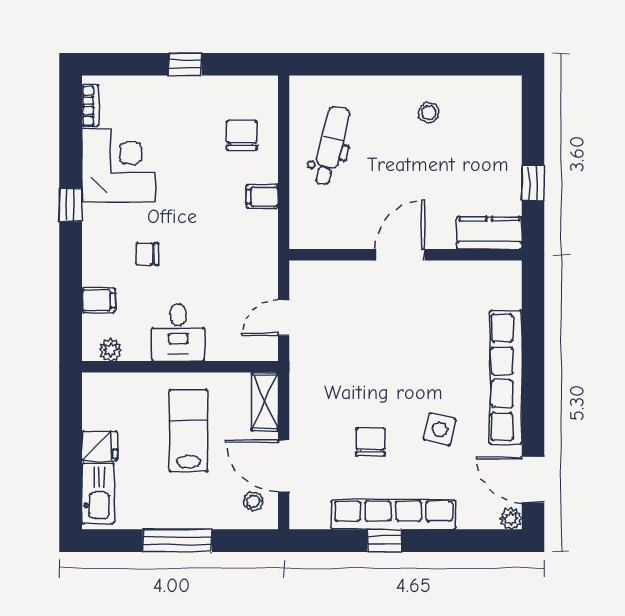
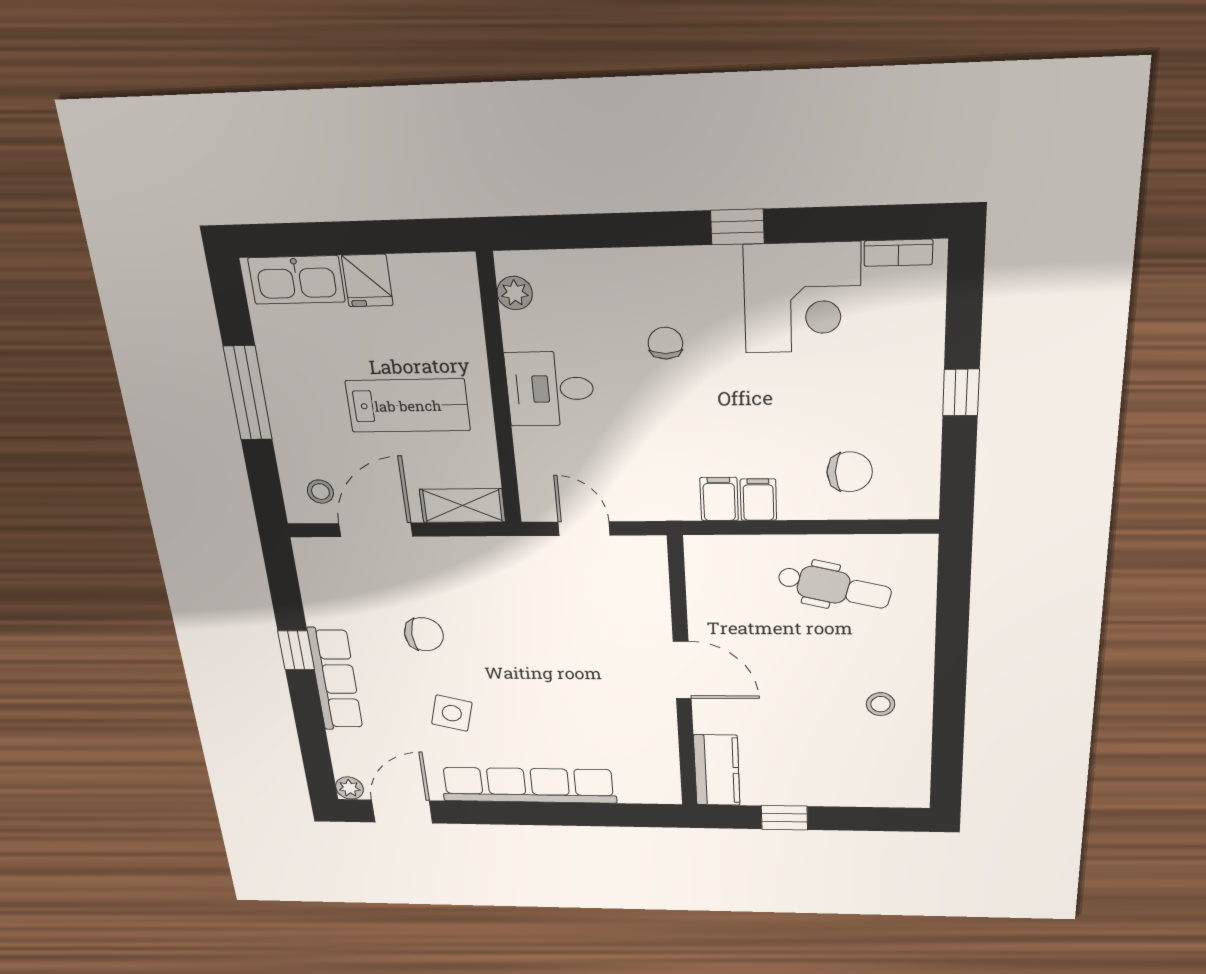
filing cabinet: (98, 300) -> (719, 499), moved, turned 180
row of seats: (393, 515) -> (335, 679), width x0.73

